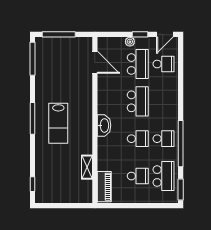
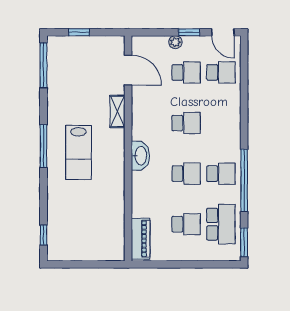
window: (59, 34) -> (79, 32), width x0.46
door: (165, 34) -> (223, 32), hinge flipped
school desk: (138, 64) -> (186, 72), width x0.54
school desk: (138, 101) -> (186, 123), width x0.54
shelving: (87, 167) -> (117, 111), moved

